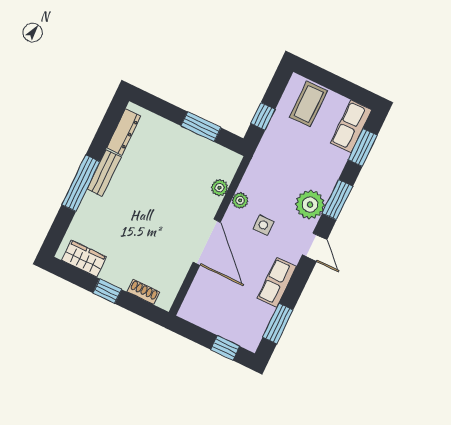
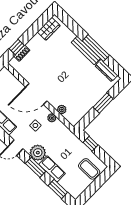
row of seats: (351, 126) -> (52, 169), moved
window: (201, 127) -> (103, 103), moved
bench: (104, 173) -> (86, 51), width x1.36
window: (81, 183) -> (96, 48), moved
window: (107, 291) -> (17, 47), moved

